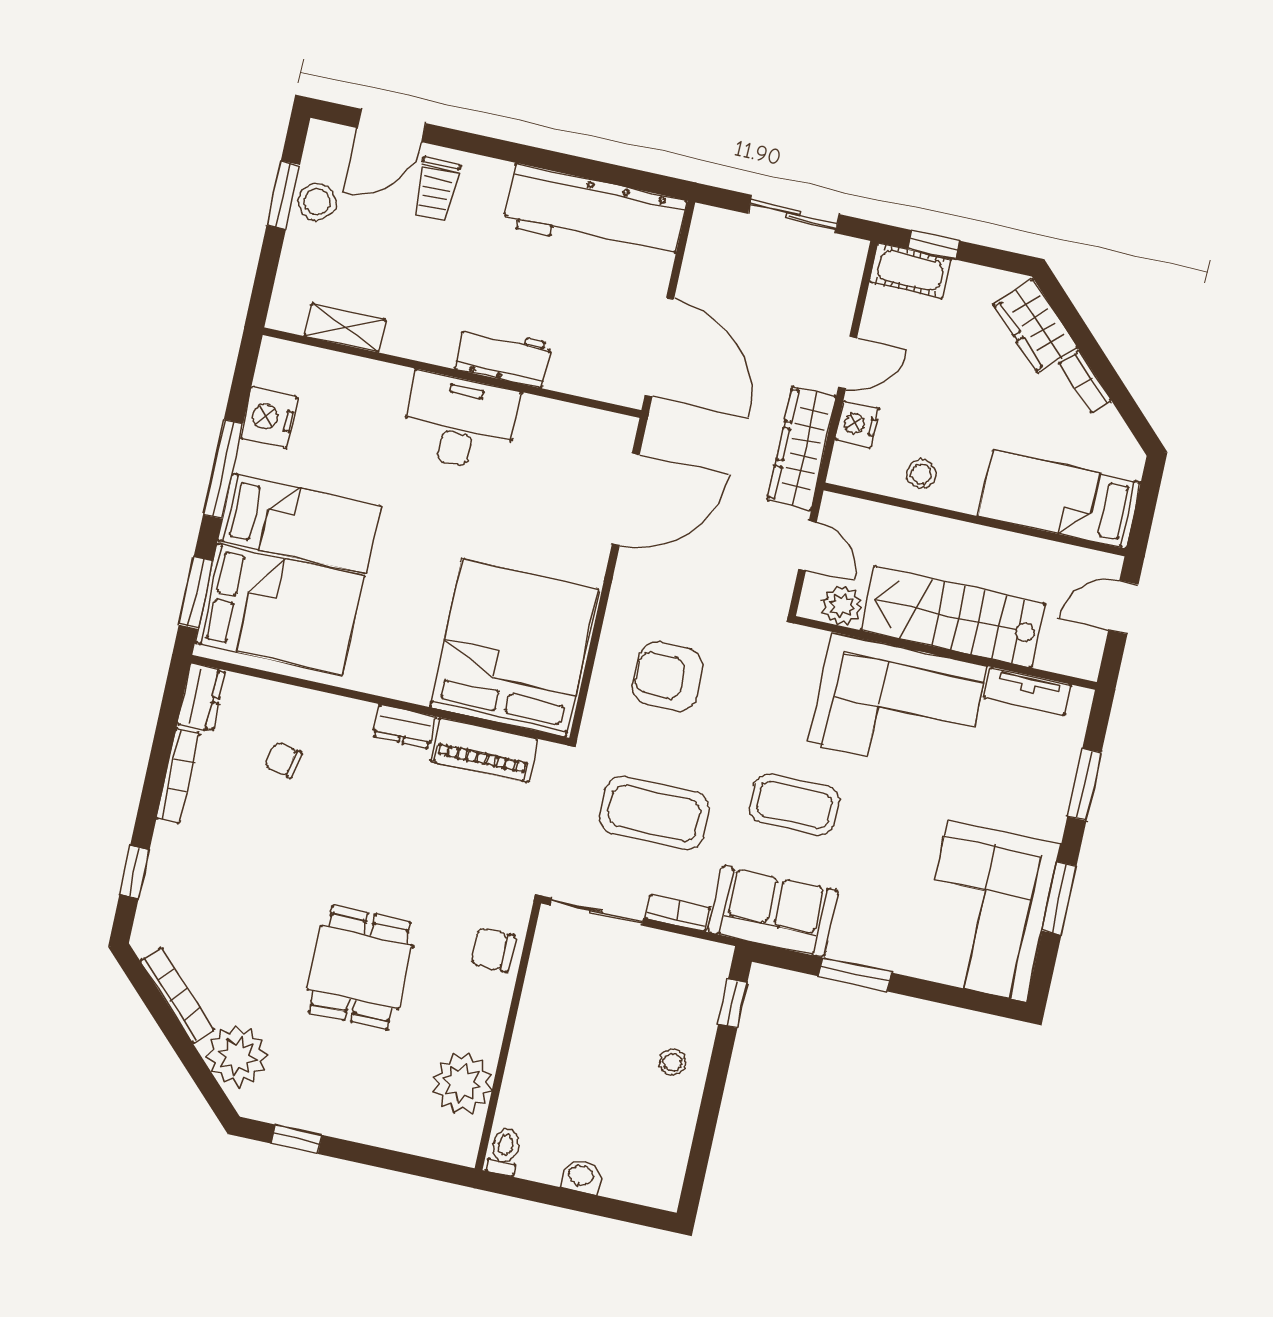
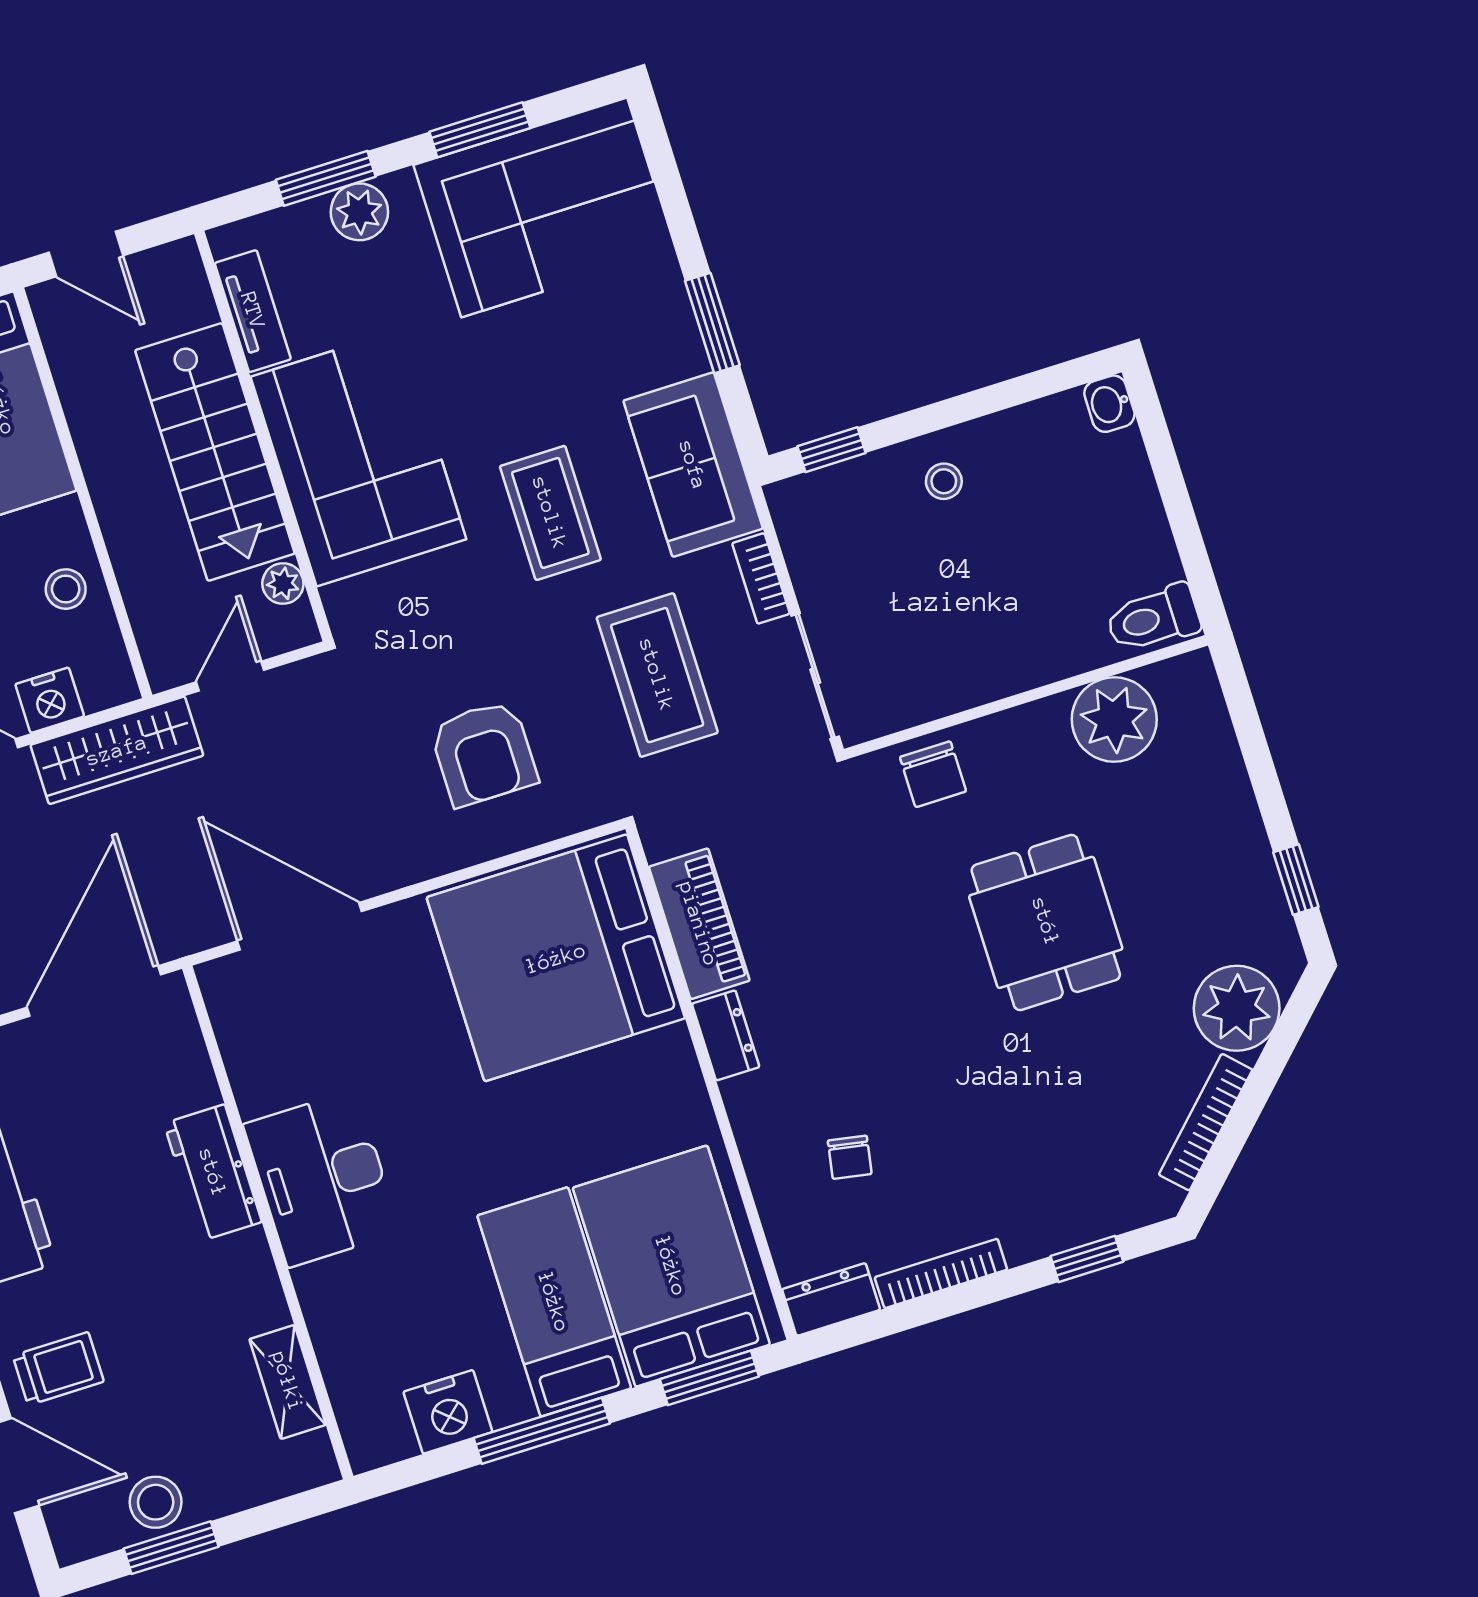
plant: (842, 605) -> (283, 584), width x0.73, depth x0.73
plant: (1051, 794) -> (359, 212), added
dining table: (360, 967) -> (1046, 922), turned 90
toilet: (504, 1151) -> (1153, 618), width x1.37, depth x1.39
washbasin: (581, 1176) -> (1109, 404), moved

